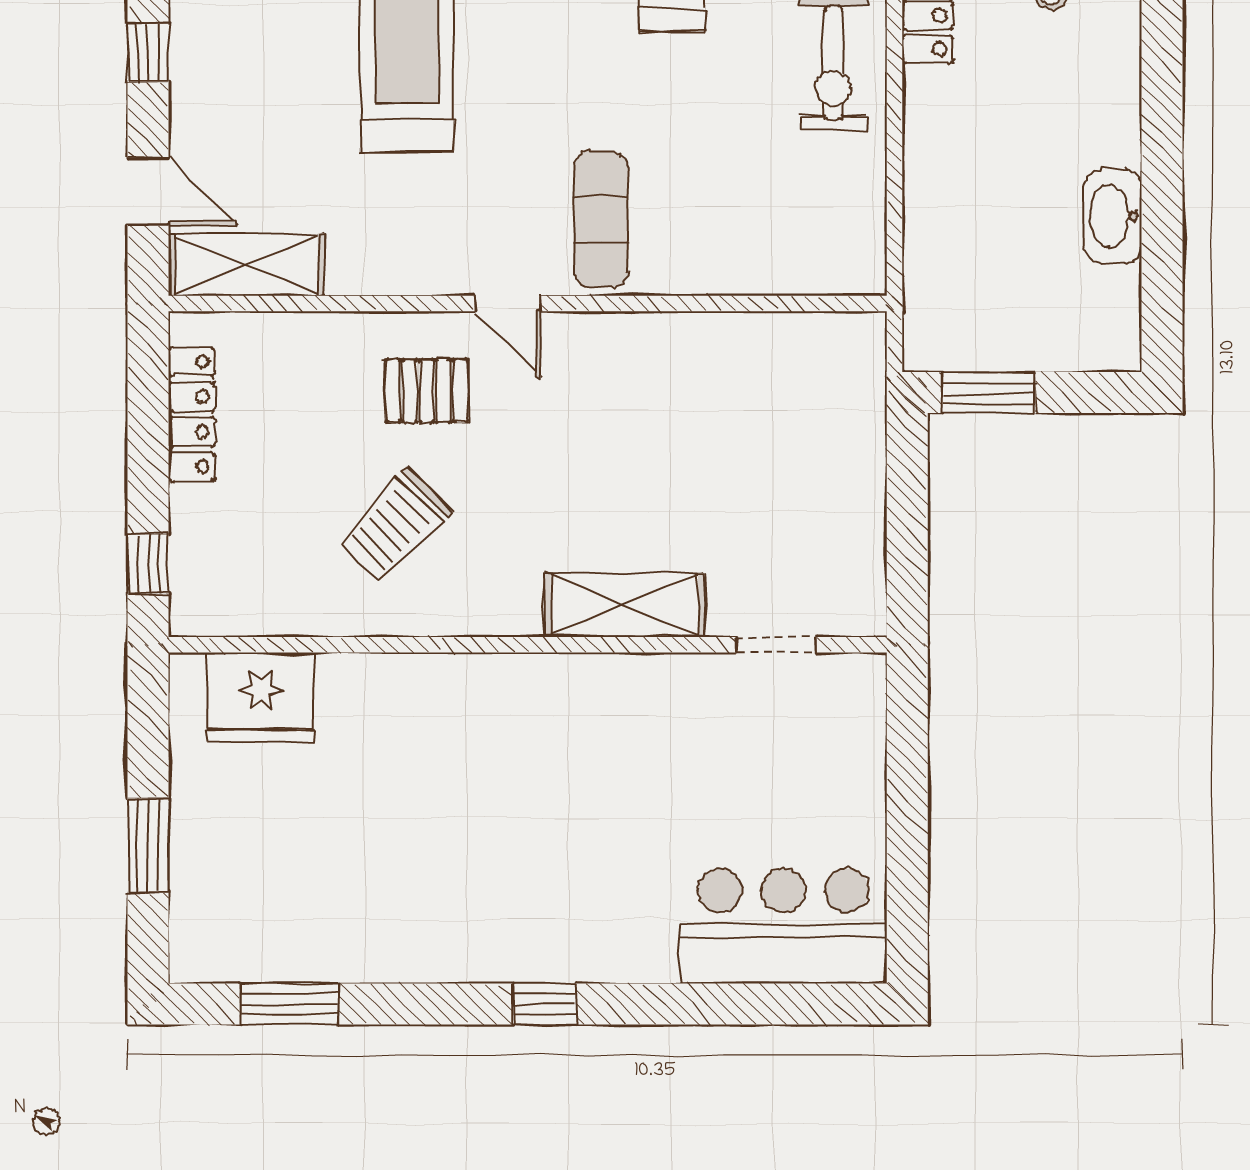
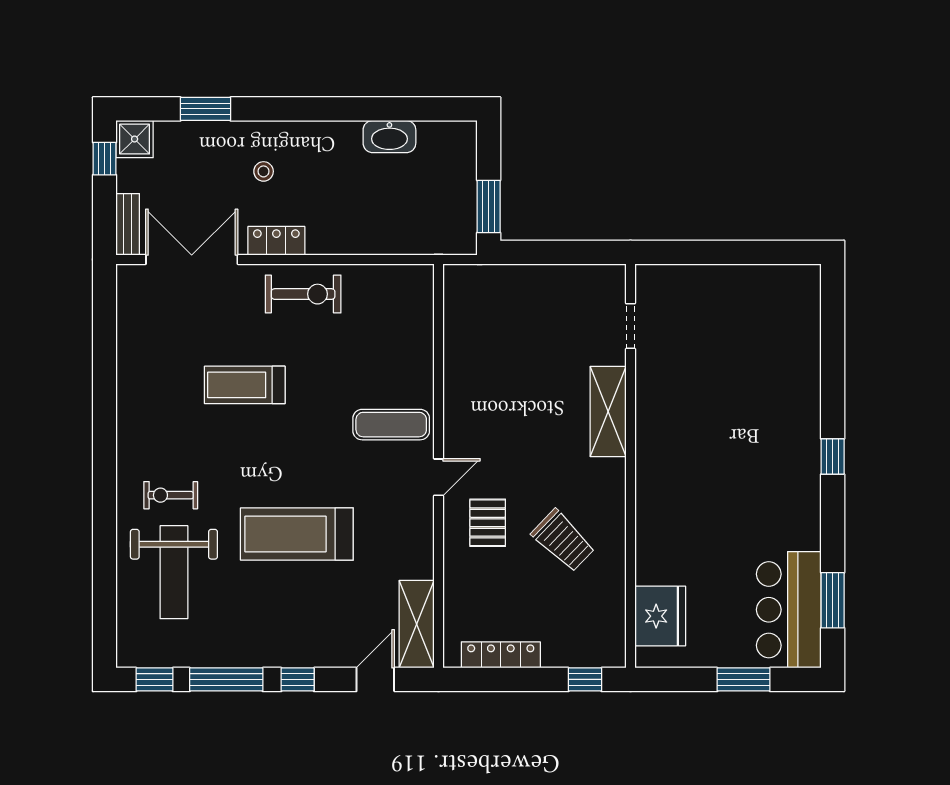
bar counter: (783, 926) -> (789, 610), moved

